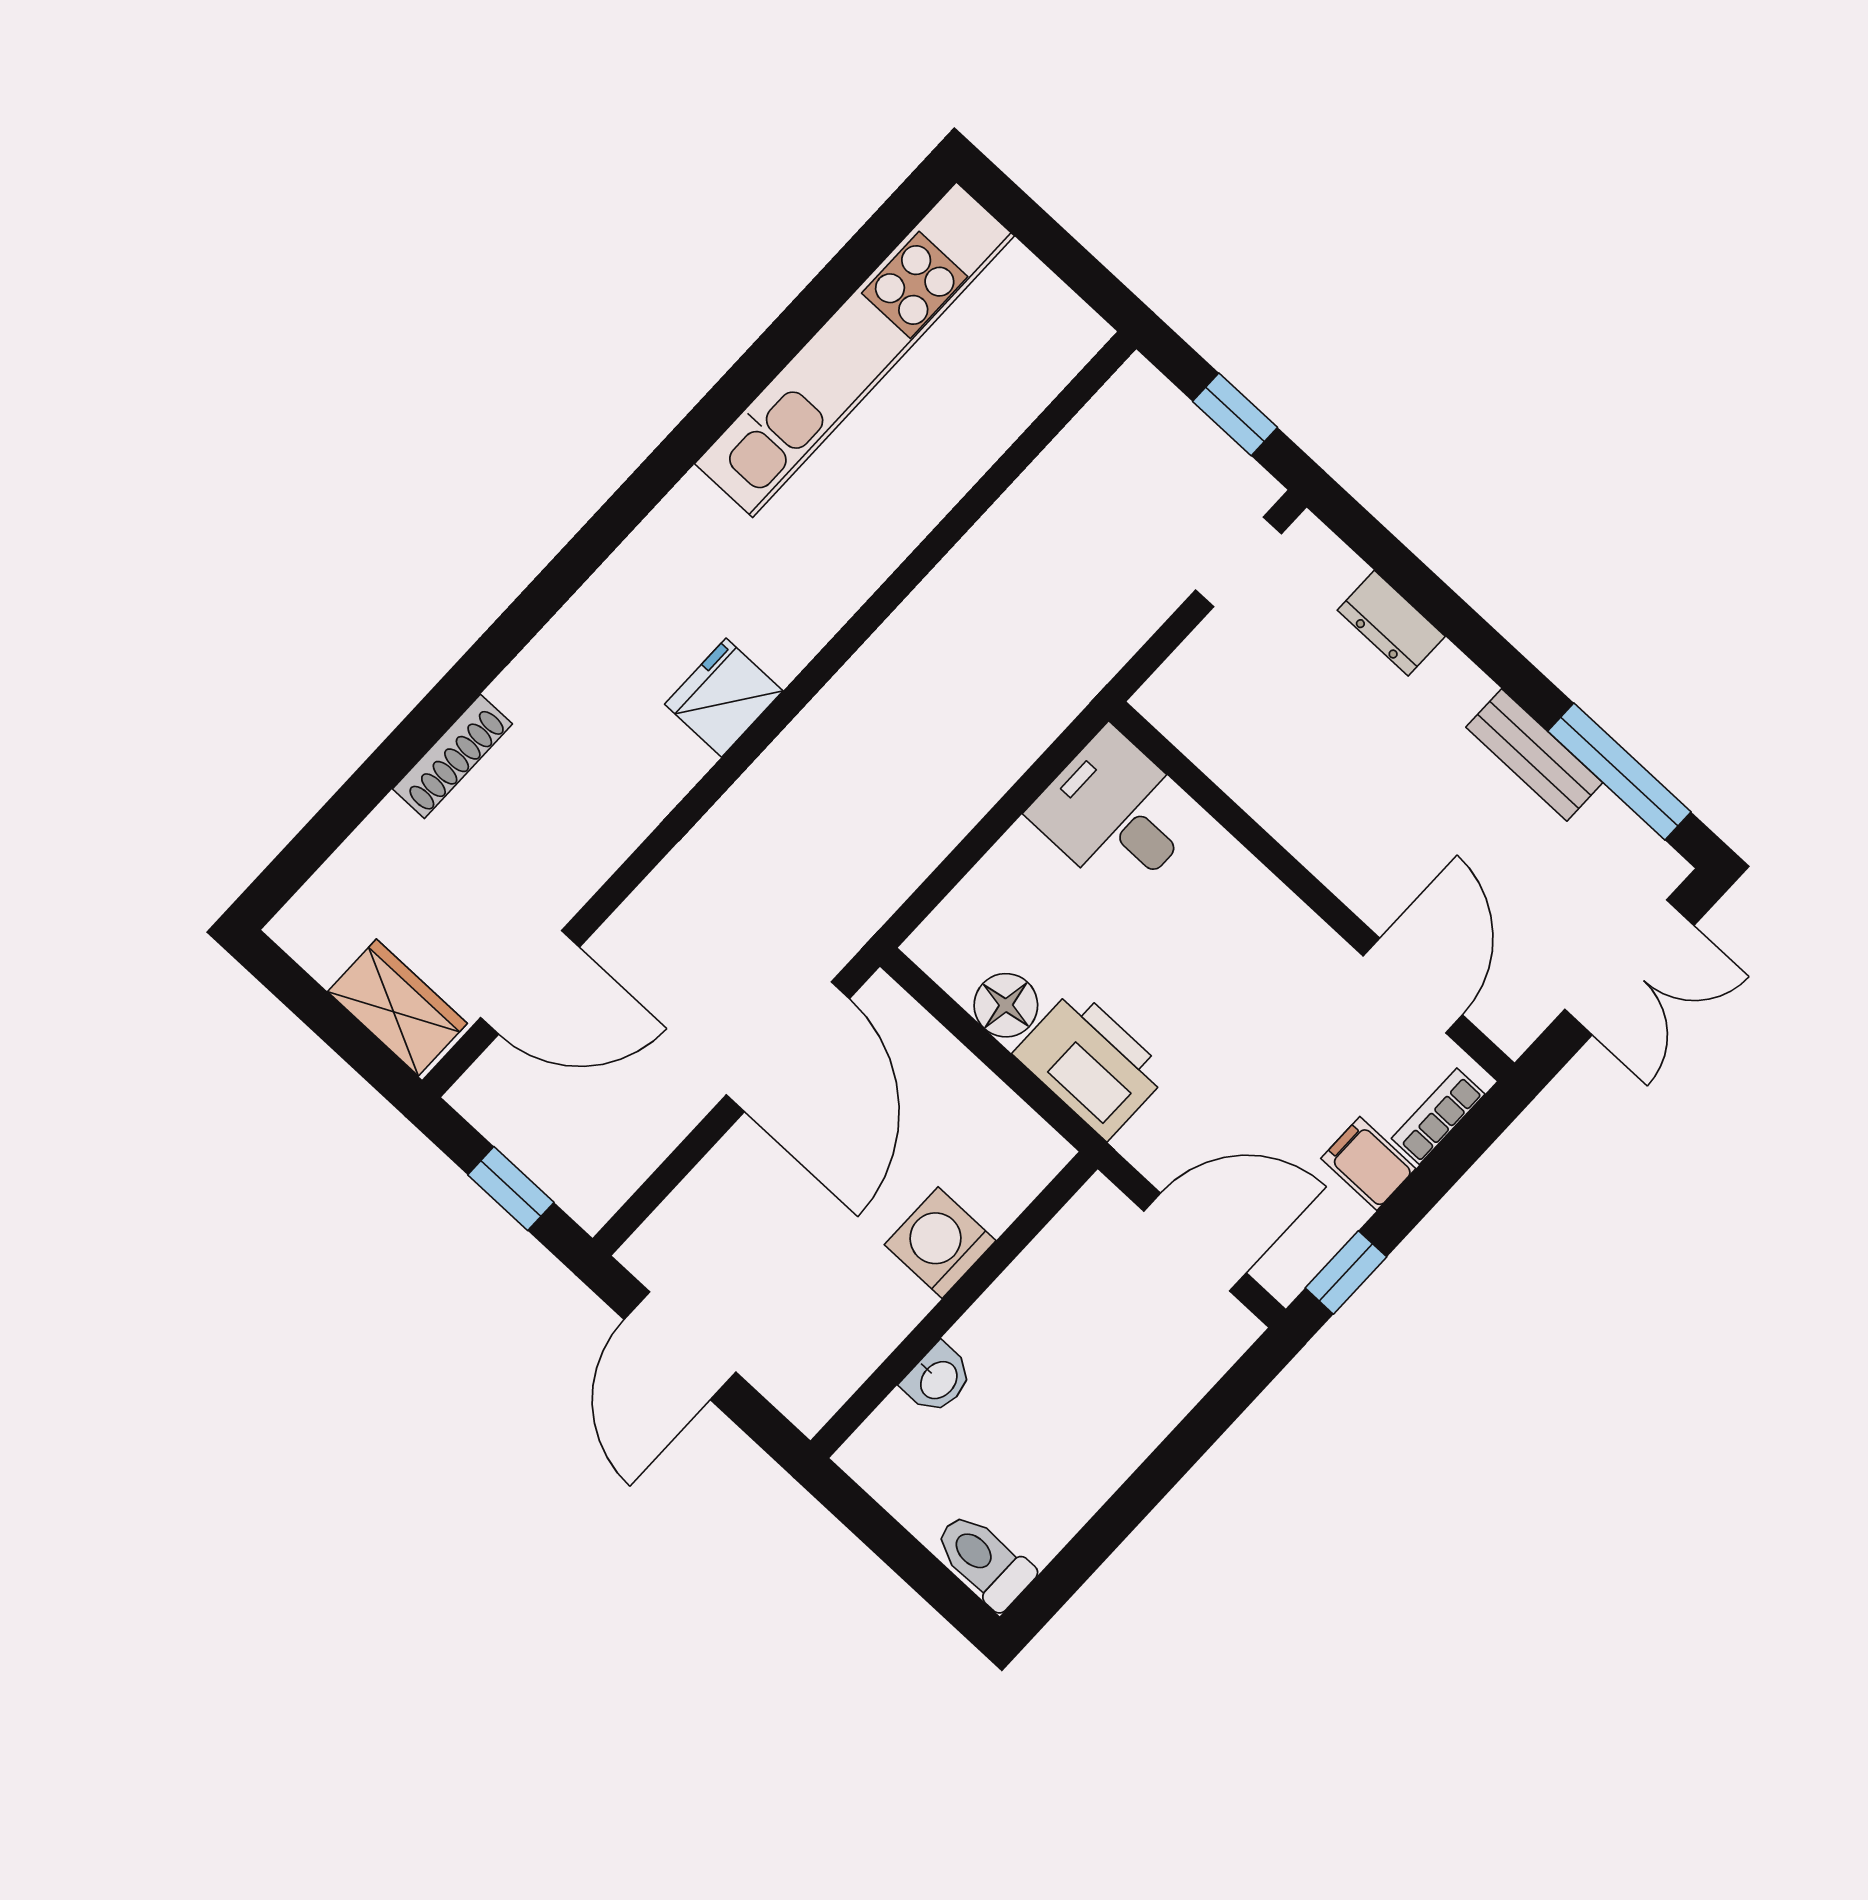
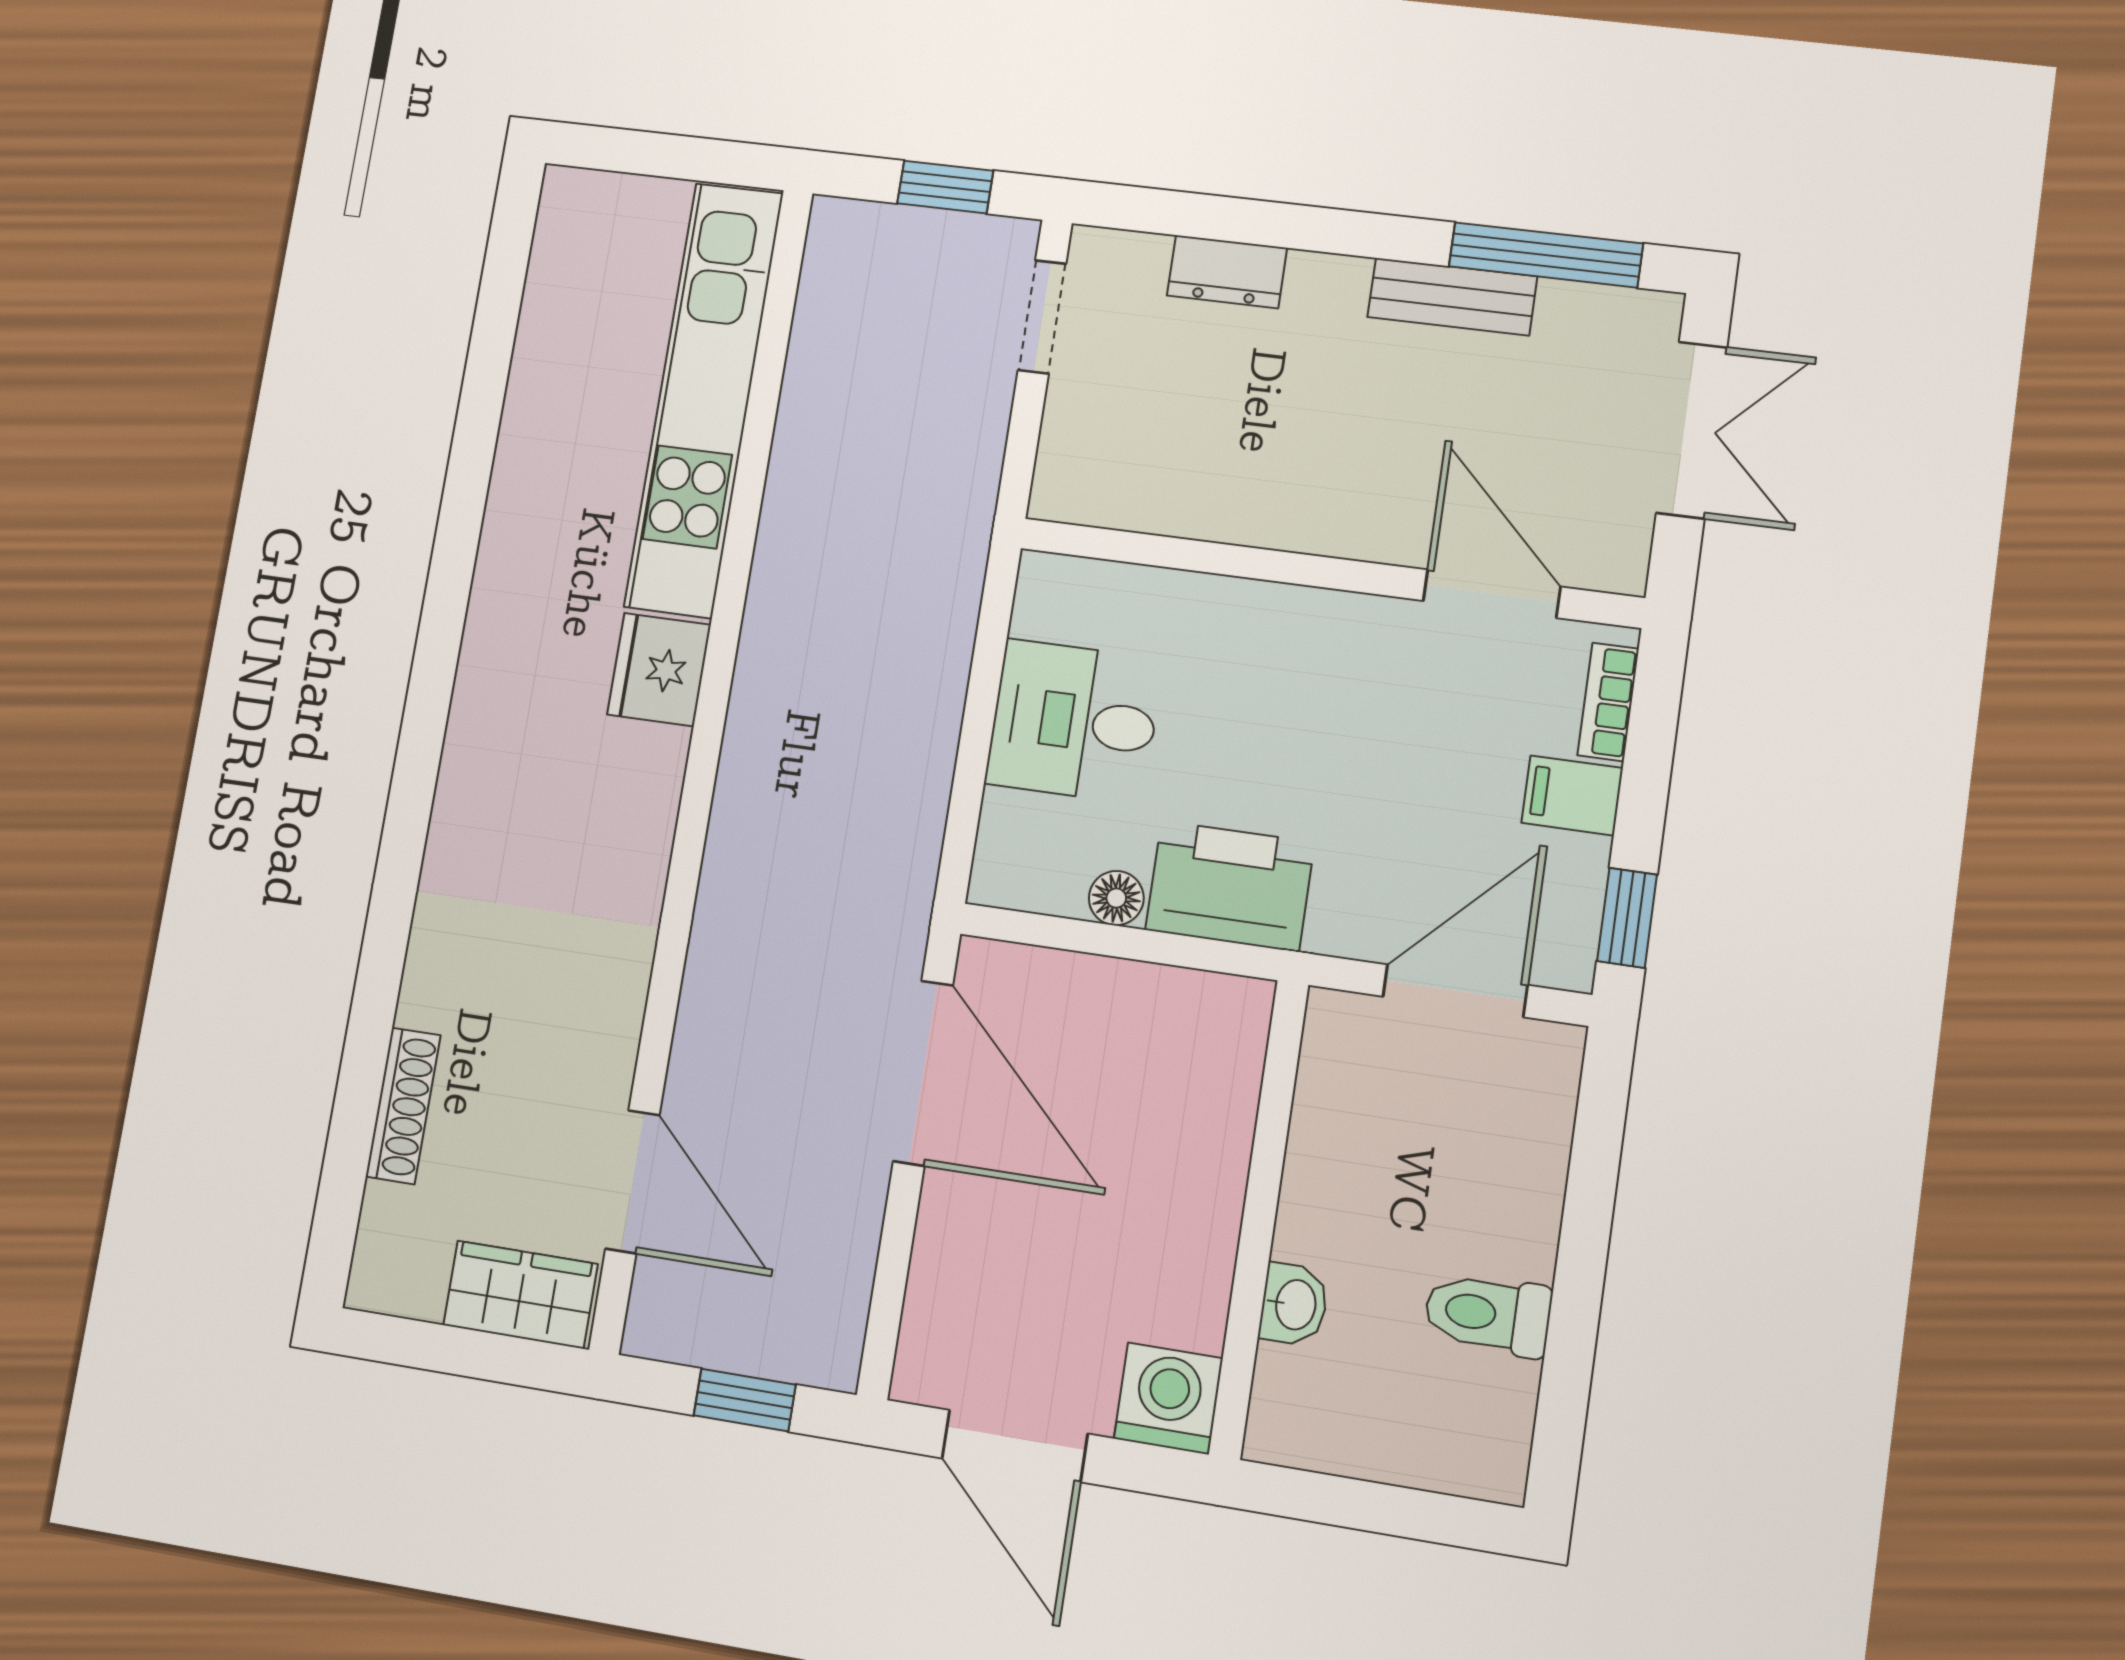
kitchen unit: (854, 350) -> (704, 399), moved, turned 180
fridge: (724, 698) -> (659, 670), moved
shoe rack: (452, 756) -> (403, 1106), moved
desk: (1116, 814) -> (1074, 721), moved
door: (530, 982) -> (632, 1182), hinge flipped
floor lamp: (1006, 1005) -> (1116, 898), width x0.73, depth x0.73
washing machine: (940, 1243) -> (1168, 1398), moved, turned 90
toilet: (984, 1560) -> (1488, 1314), moved

